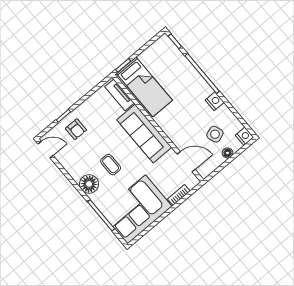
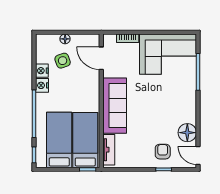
bed: (165, 70) -> (59, 140), added
nightstand: (245, 136) -> (42, 71), moved
coffee table: (111, 165) -> (159, 104), removed
floor lamp: (89, 184) -> (187, 133), moved

